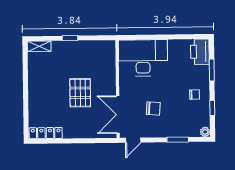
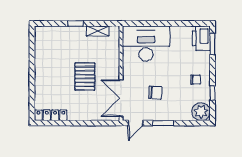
shelving: (39, 46) -> (98, 31), moved
window: (212, 70) -> (213, 44), moved
plant: (205, 132) -> (201, 112), width x1.87, depth x1.87
window: (178, 140) -> (163, 123), moved

